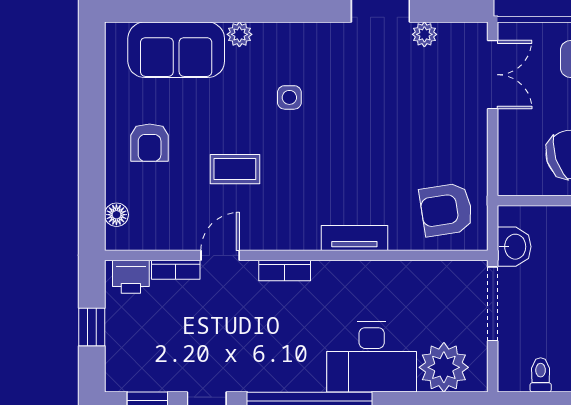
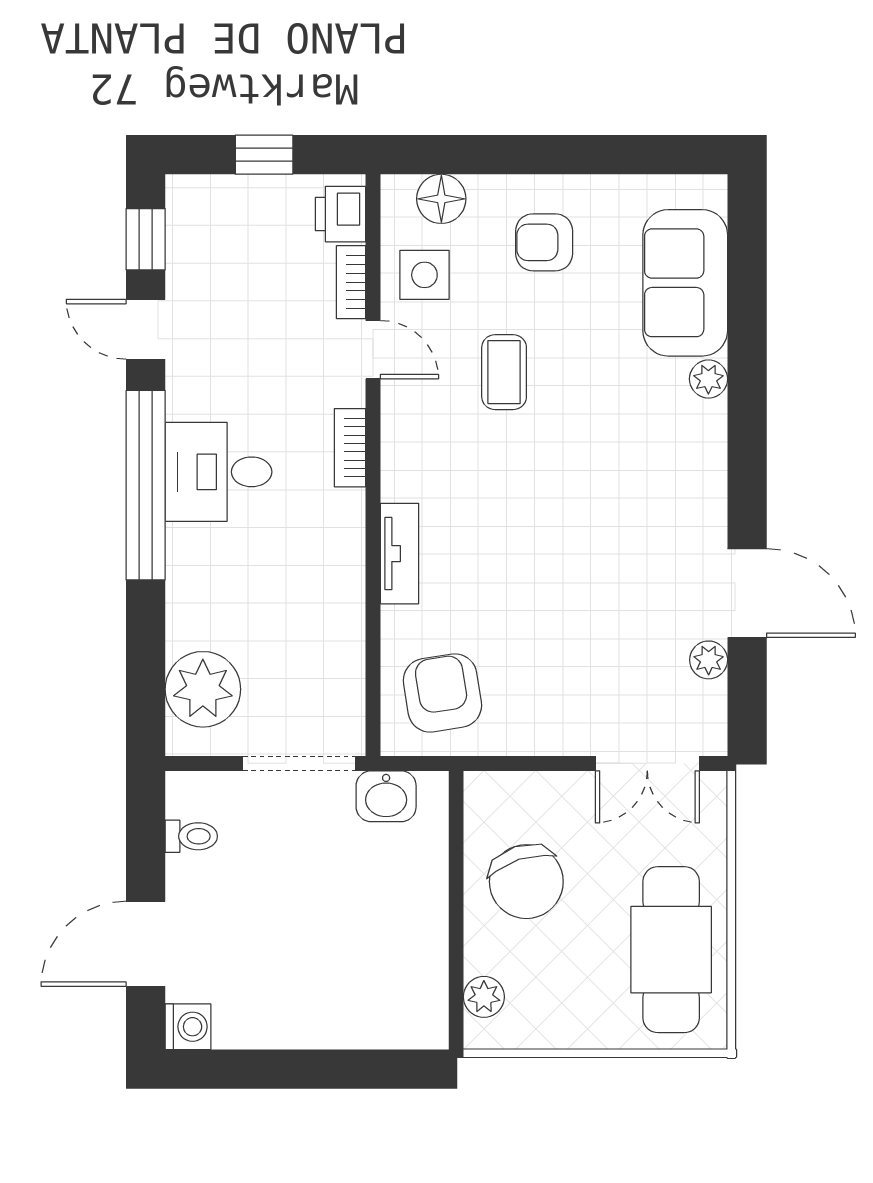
side table: (289, 97) -> (424, 275), moved, width x1.37, depth x1.37
floor lamp: (116, 215) -> (441, 199), width x1.37, depth x1.37
desk: (372, 357) -> (219, 472), moved, width x0.73

